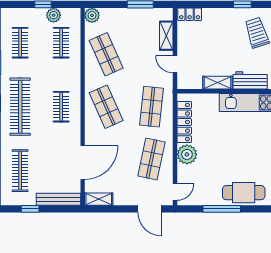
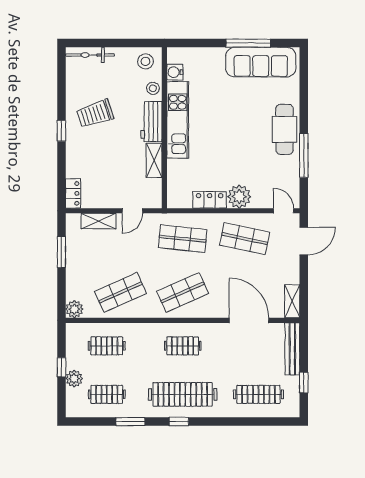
plant: (54, 15) -> (74, 379), moved
locker: (184, 122) -> (210, 200), width x0.66

